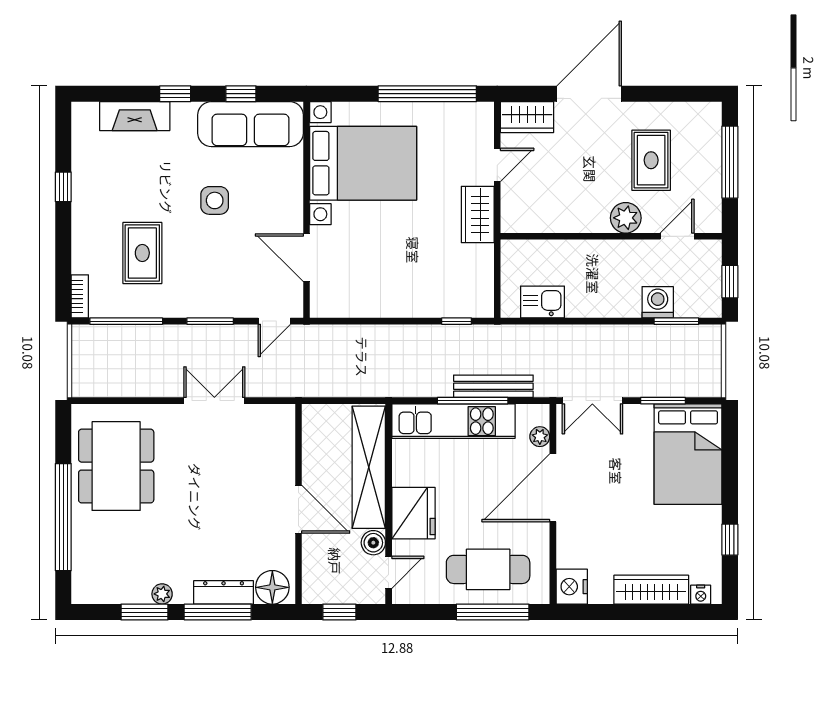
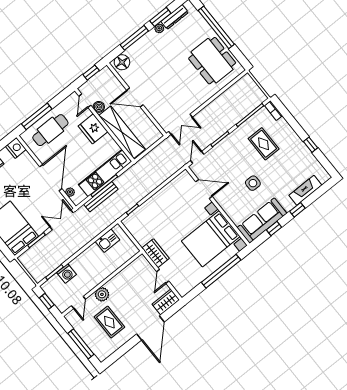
window: (427, 94) -> (221, 271), moved
double door: (214, 401) -> (180, 124), moved
dresser: (224, 592) -> (175, 17), moved

